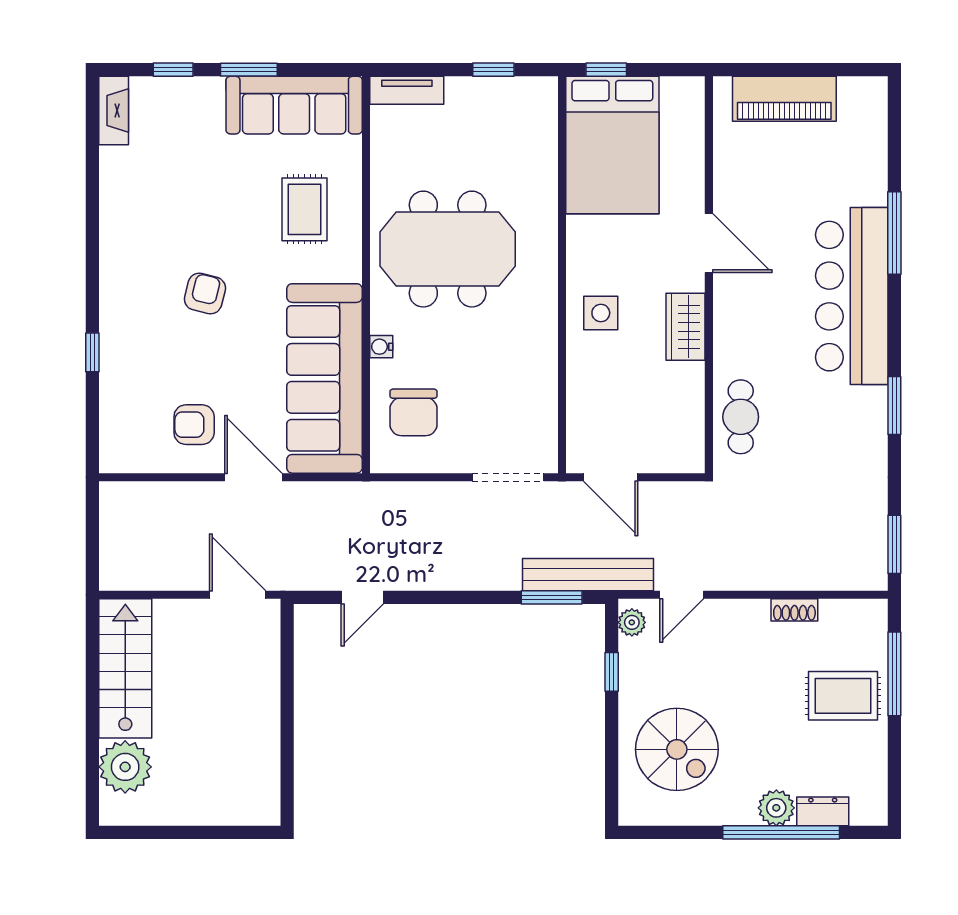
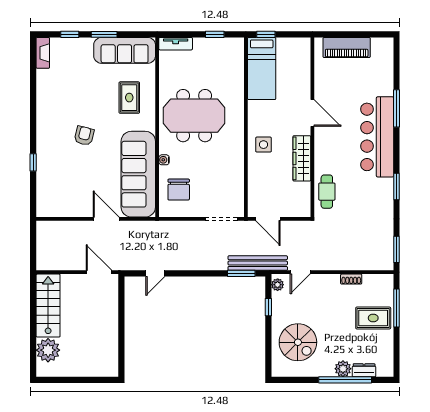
bed: (612, 145) -> (262, 68), width x0.67
wardrobe: (686, 327) -> (302, 158), width x1.50
armchair: (194, 425) -> (79, 195), removed

